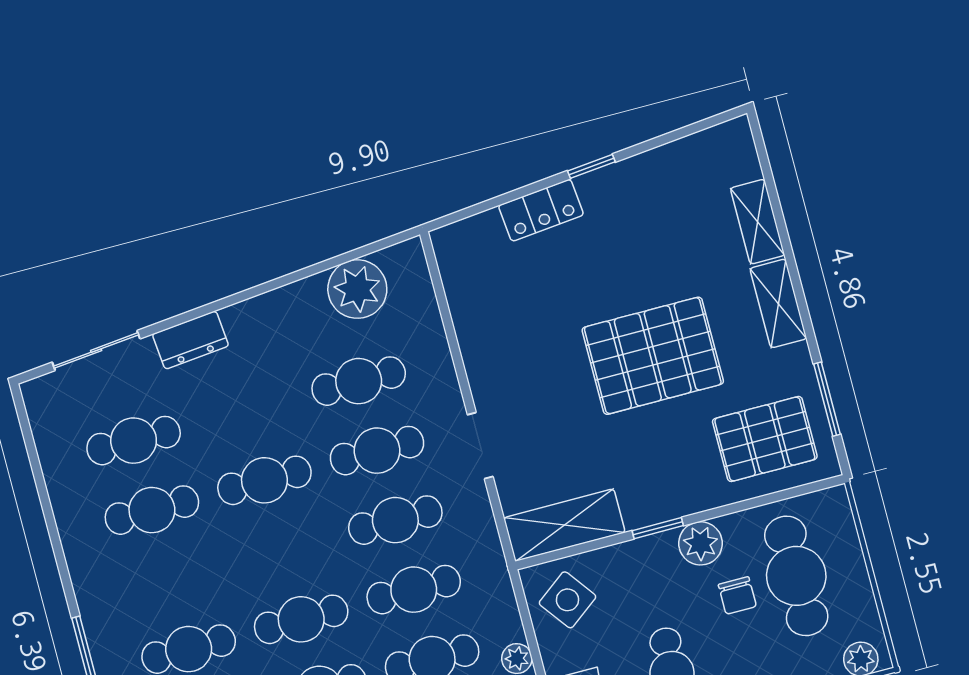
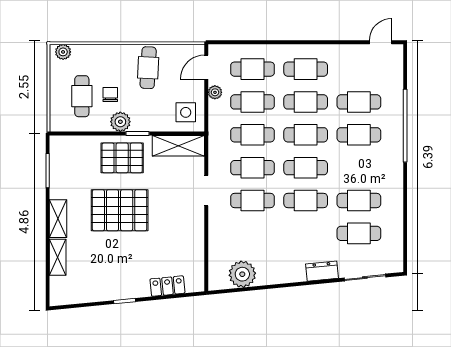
locker: (541, 210) -> (167, 286), moved
cafe table: (359, 381) -> (306, 168), moved
pallet: (765, 439) -> (122, 158), moved
cafe table: (796, 576) -> (82, 96), width x0.73, depth x0.74
side table: (567, 600) -> (186, 112), turned 37

